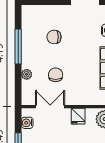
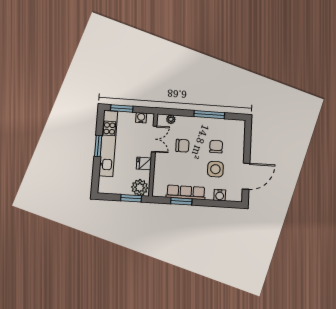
side table: (79, 36) -> (215, 169), added
plant: (27, 74) -> (171, 119), moved

